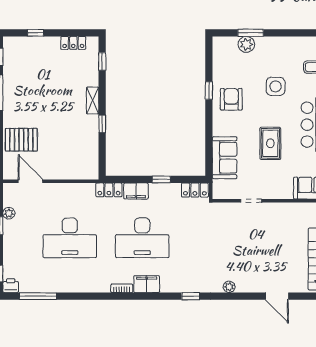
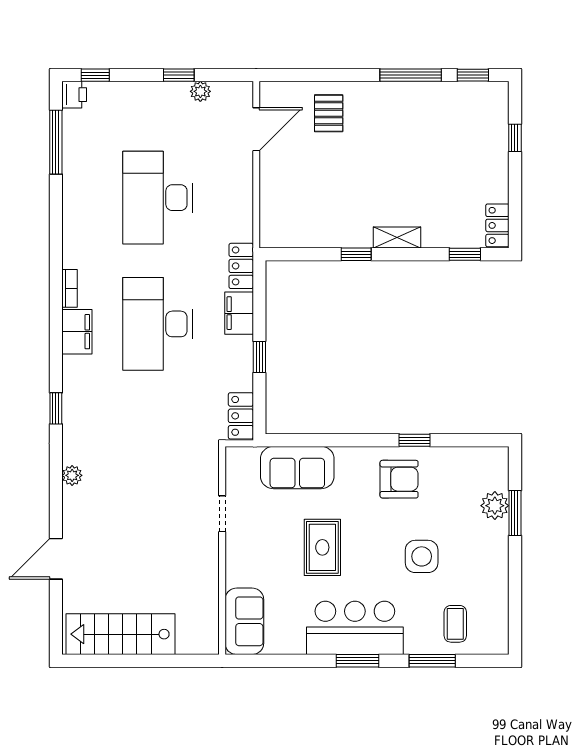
locker: (73, 43) -> (497, 225), moved
pallet: (21, 140) -> (329, 113), width x0.67, depth x0.71
rug: (270, 143) -> (322, 547), turned 90

